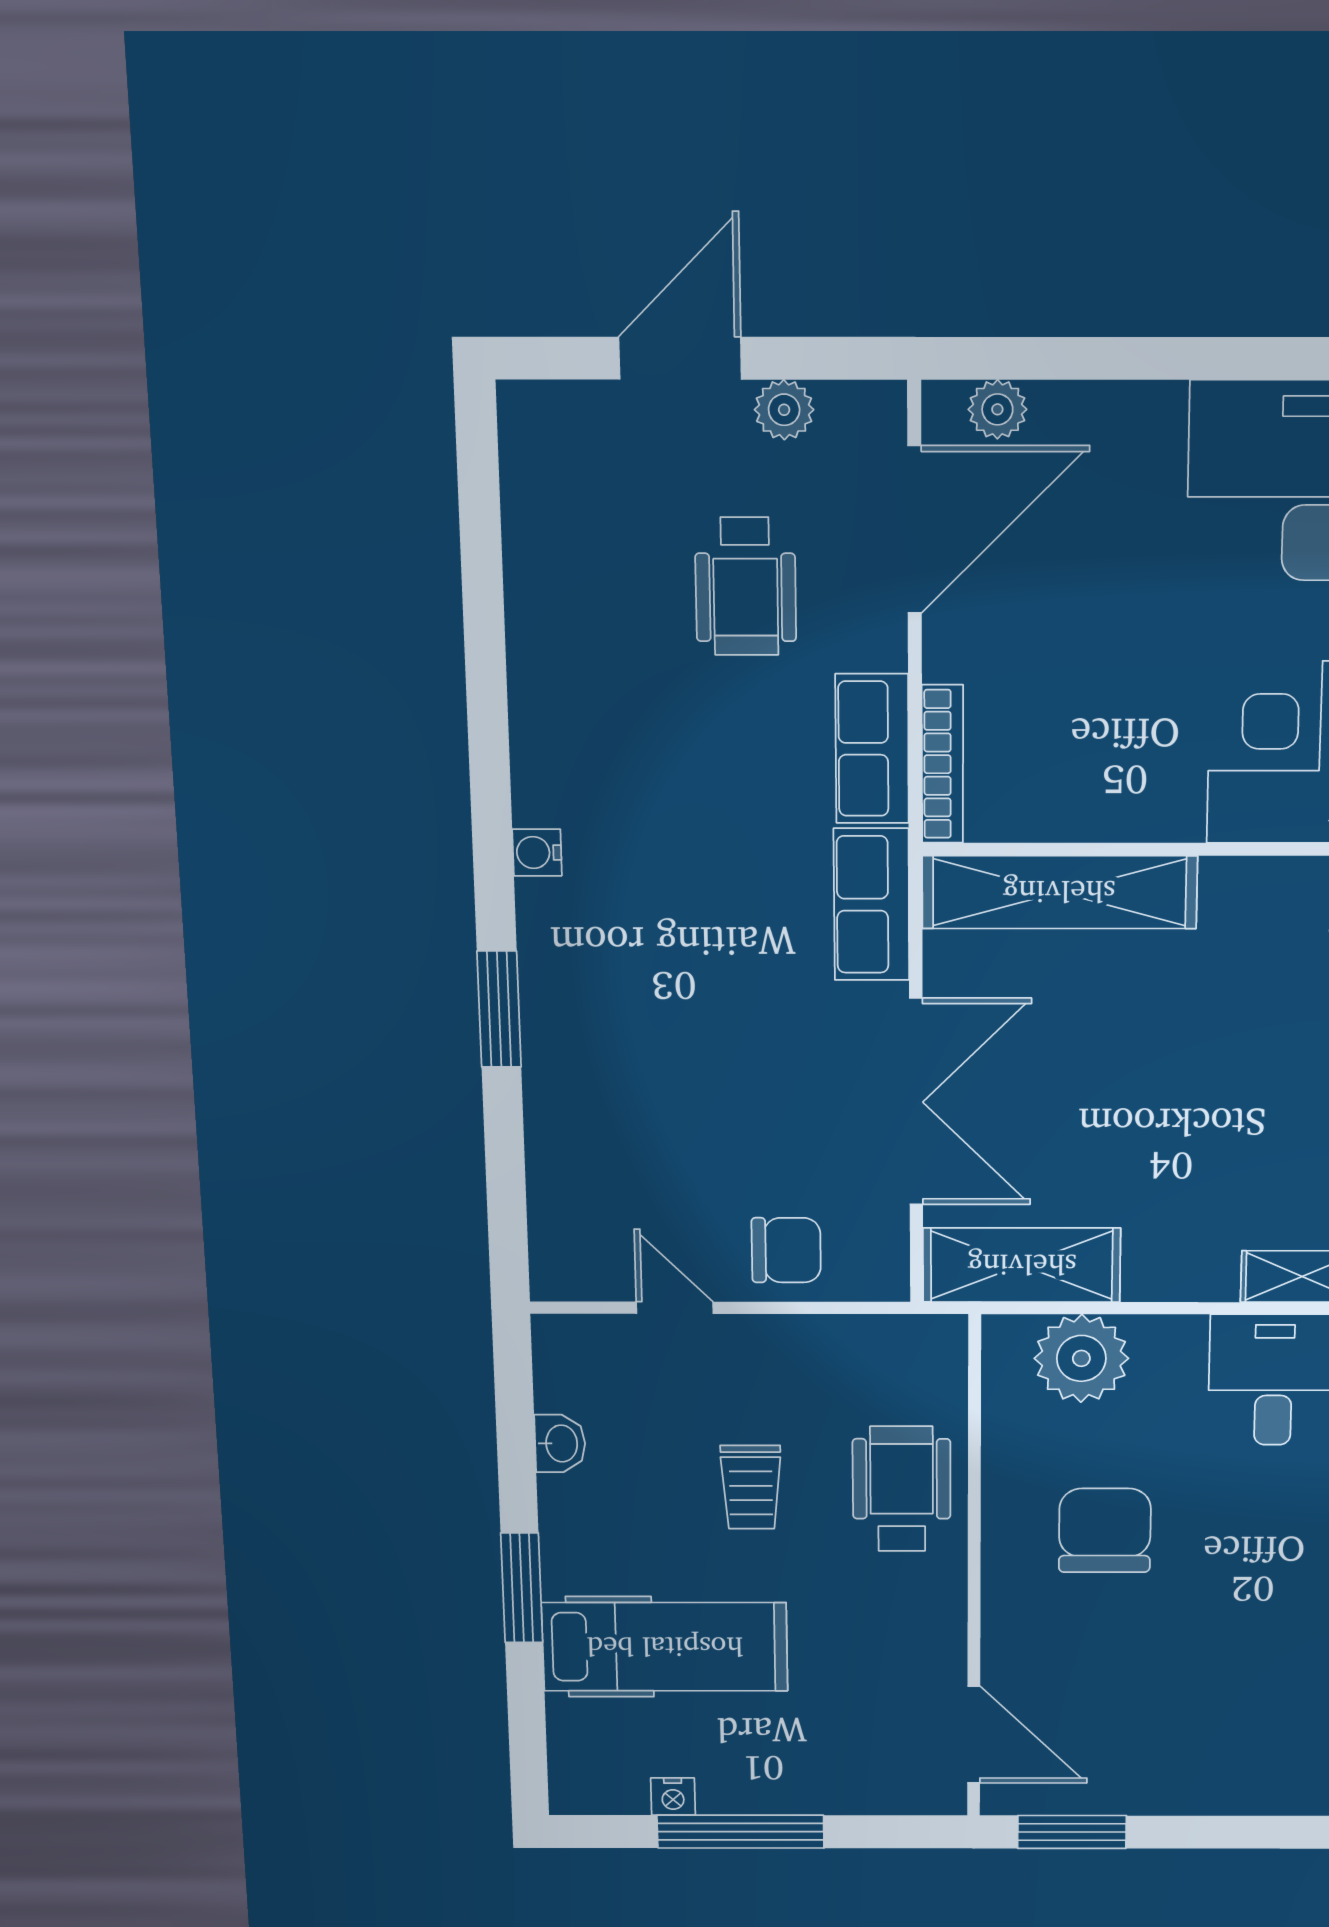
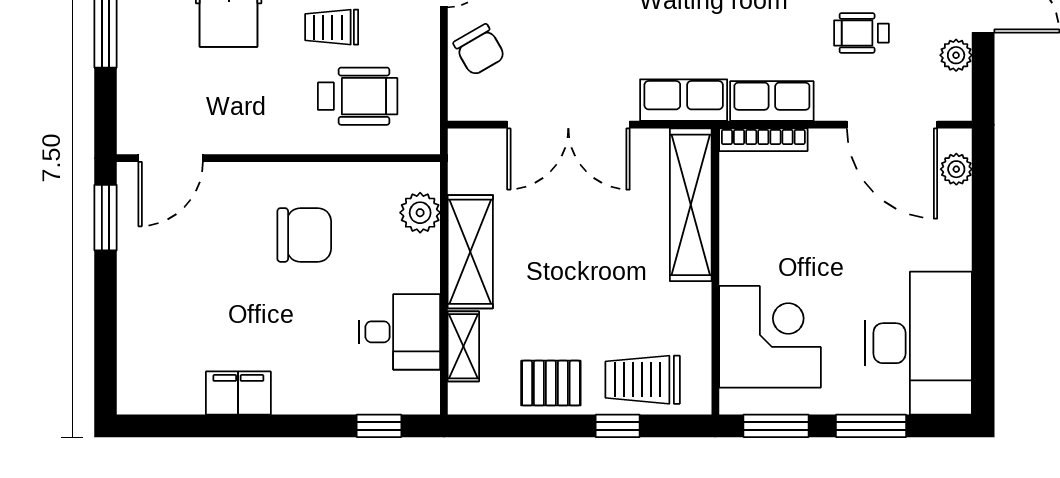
wheelchair: (746, 586) -> (861, 33), width x0.73, depth x0.73
chair: (786, 1250) -> (479, 50), turned -30
shelving: (1022, 1265) -> (470, 252), moved
plant: (1081, 1358) -> (420, 213), width x0.73, depth x0.73
wheelchair: (902, 1489) -> (358, 96), moved

